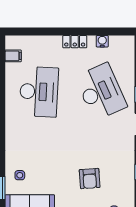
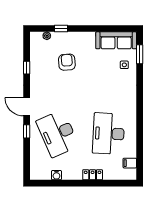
locker: (75, 42) -> (93, 175), moved

